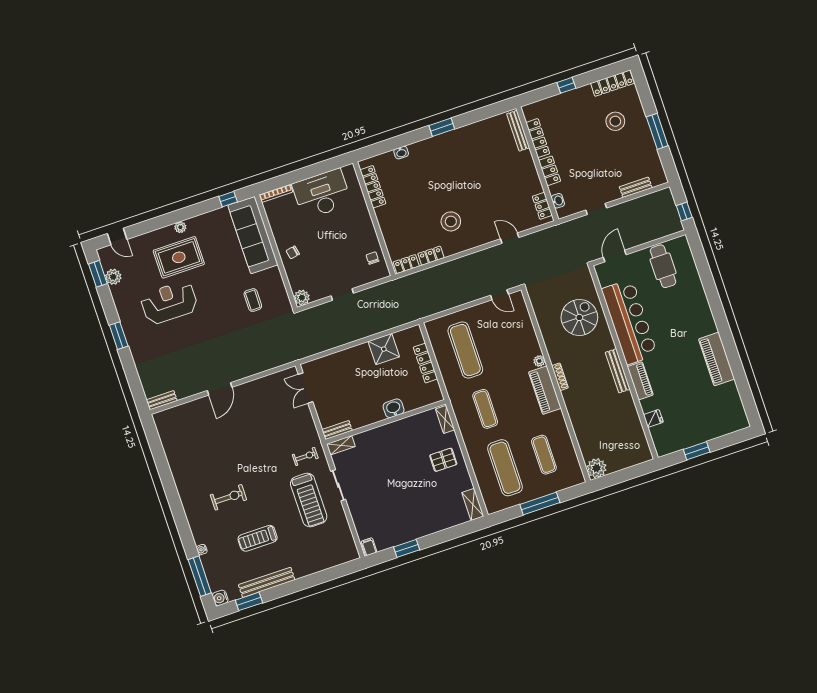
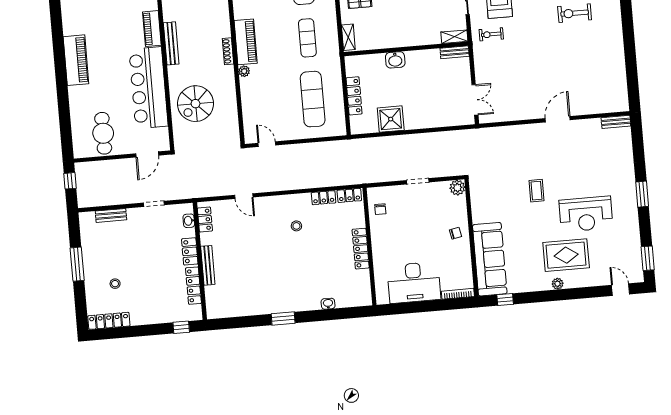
window: (566, 85) -> (181, 327), moved
stool: (615, 121) -> (115, 284), width x0.53, depth x0.53
bench: (518, 131) -> (208, 265), moved
locker: (373, 187) -> (361, 249), moved
stool: (451, 221) -> (296, 226), width x0.53, depth x0.53
plant: (113, 277) -> (634, 252), removed
coffee table: (253, 300) -> (536, 191), moved
piano: (717, 359) -> (76, 60), moved

